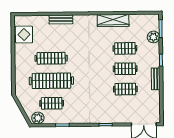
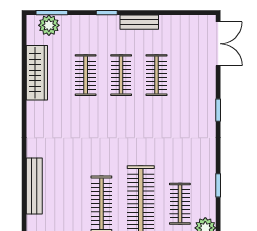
bench: (61, 20) -> (34, 186), width x1.36
wardrobe: (113, 21) -> (37, 73), moved
plant: (153, 37) -> (49, 25), moved

